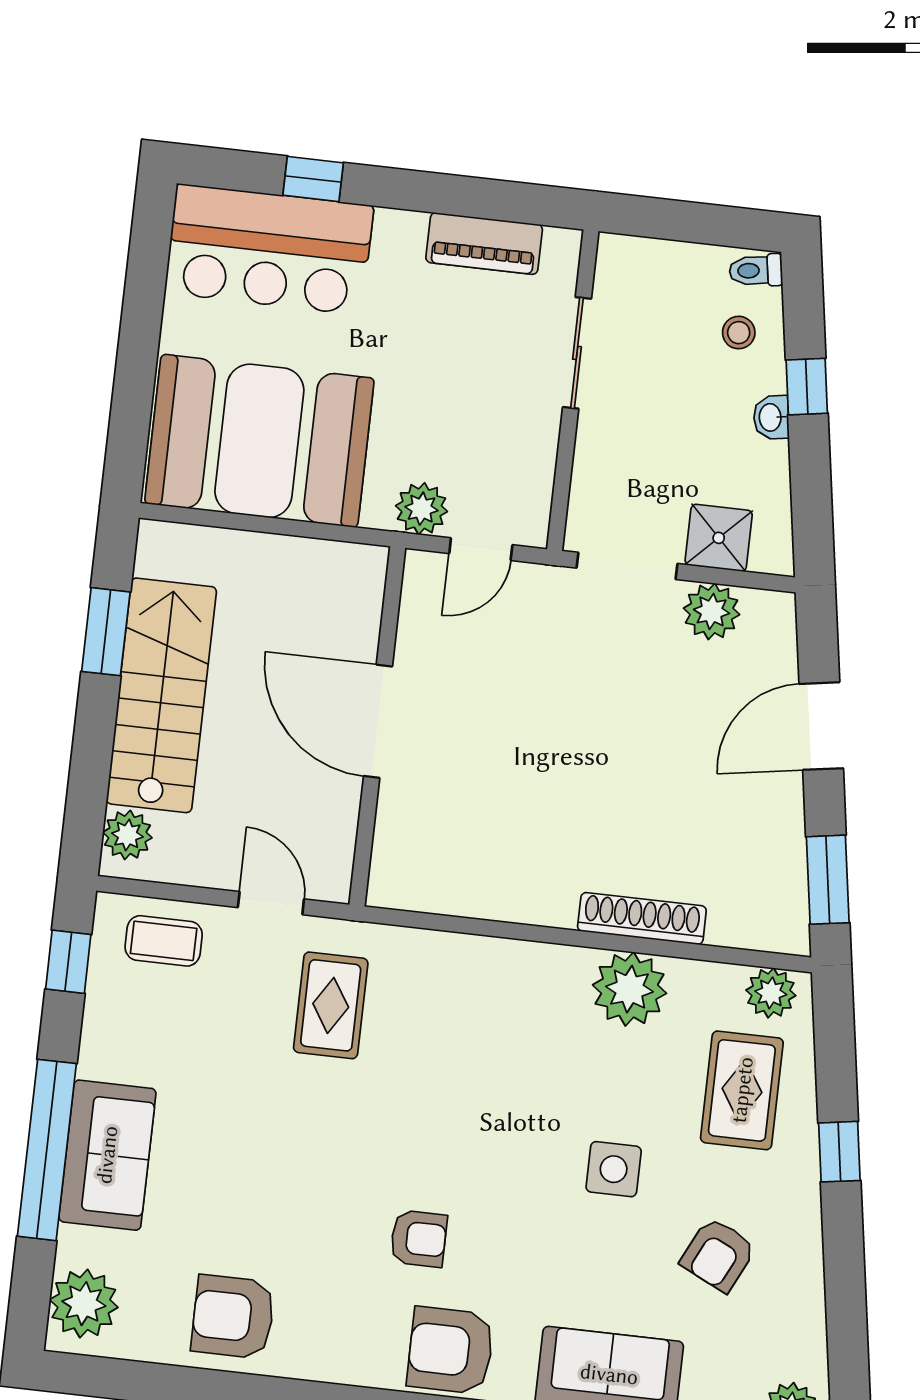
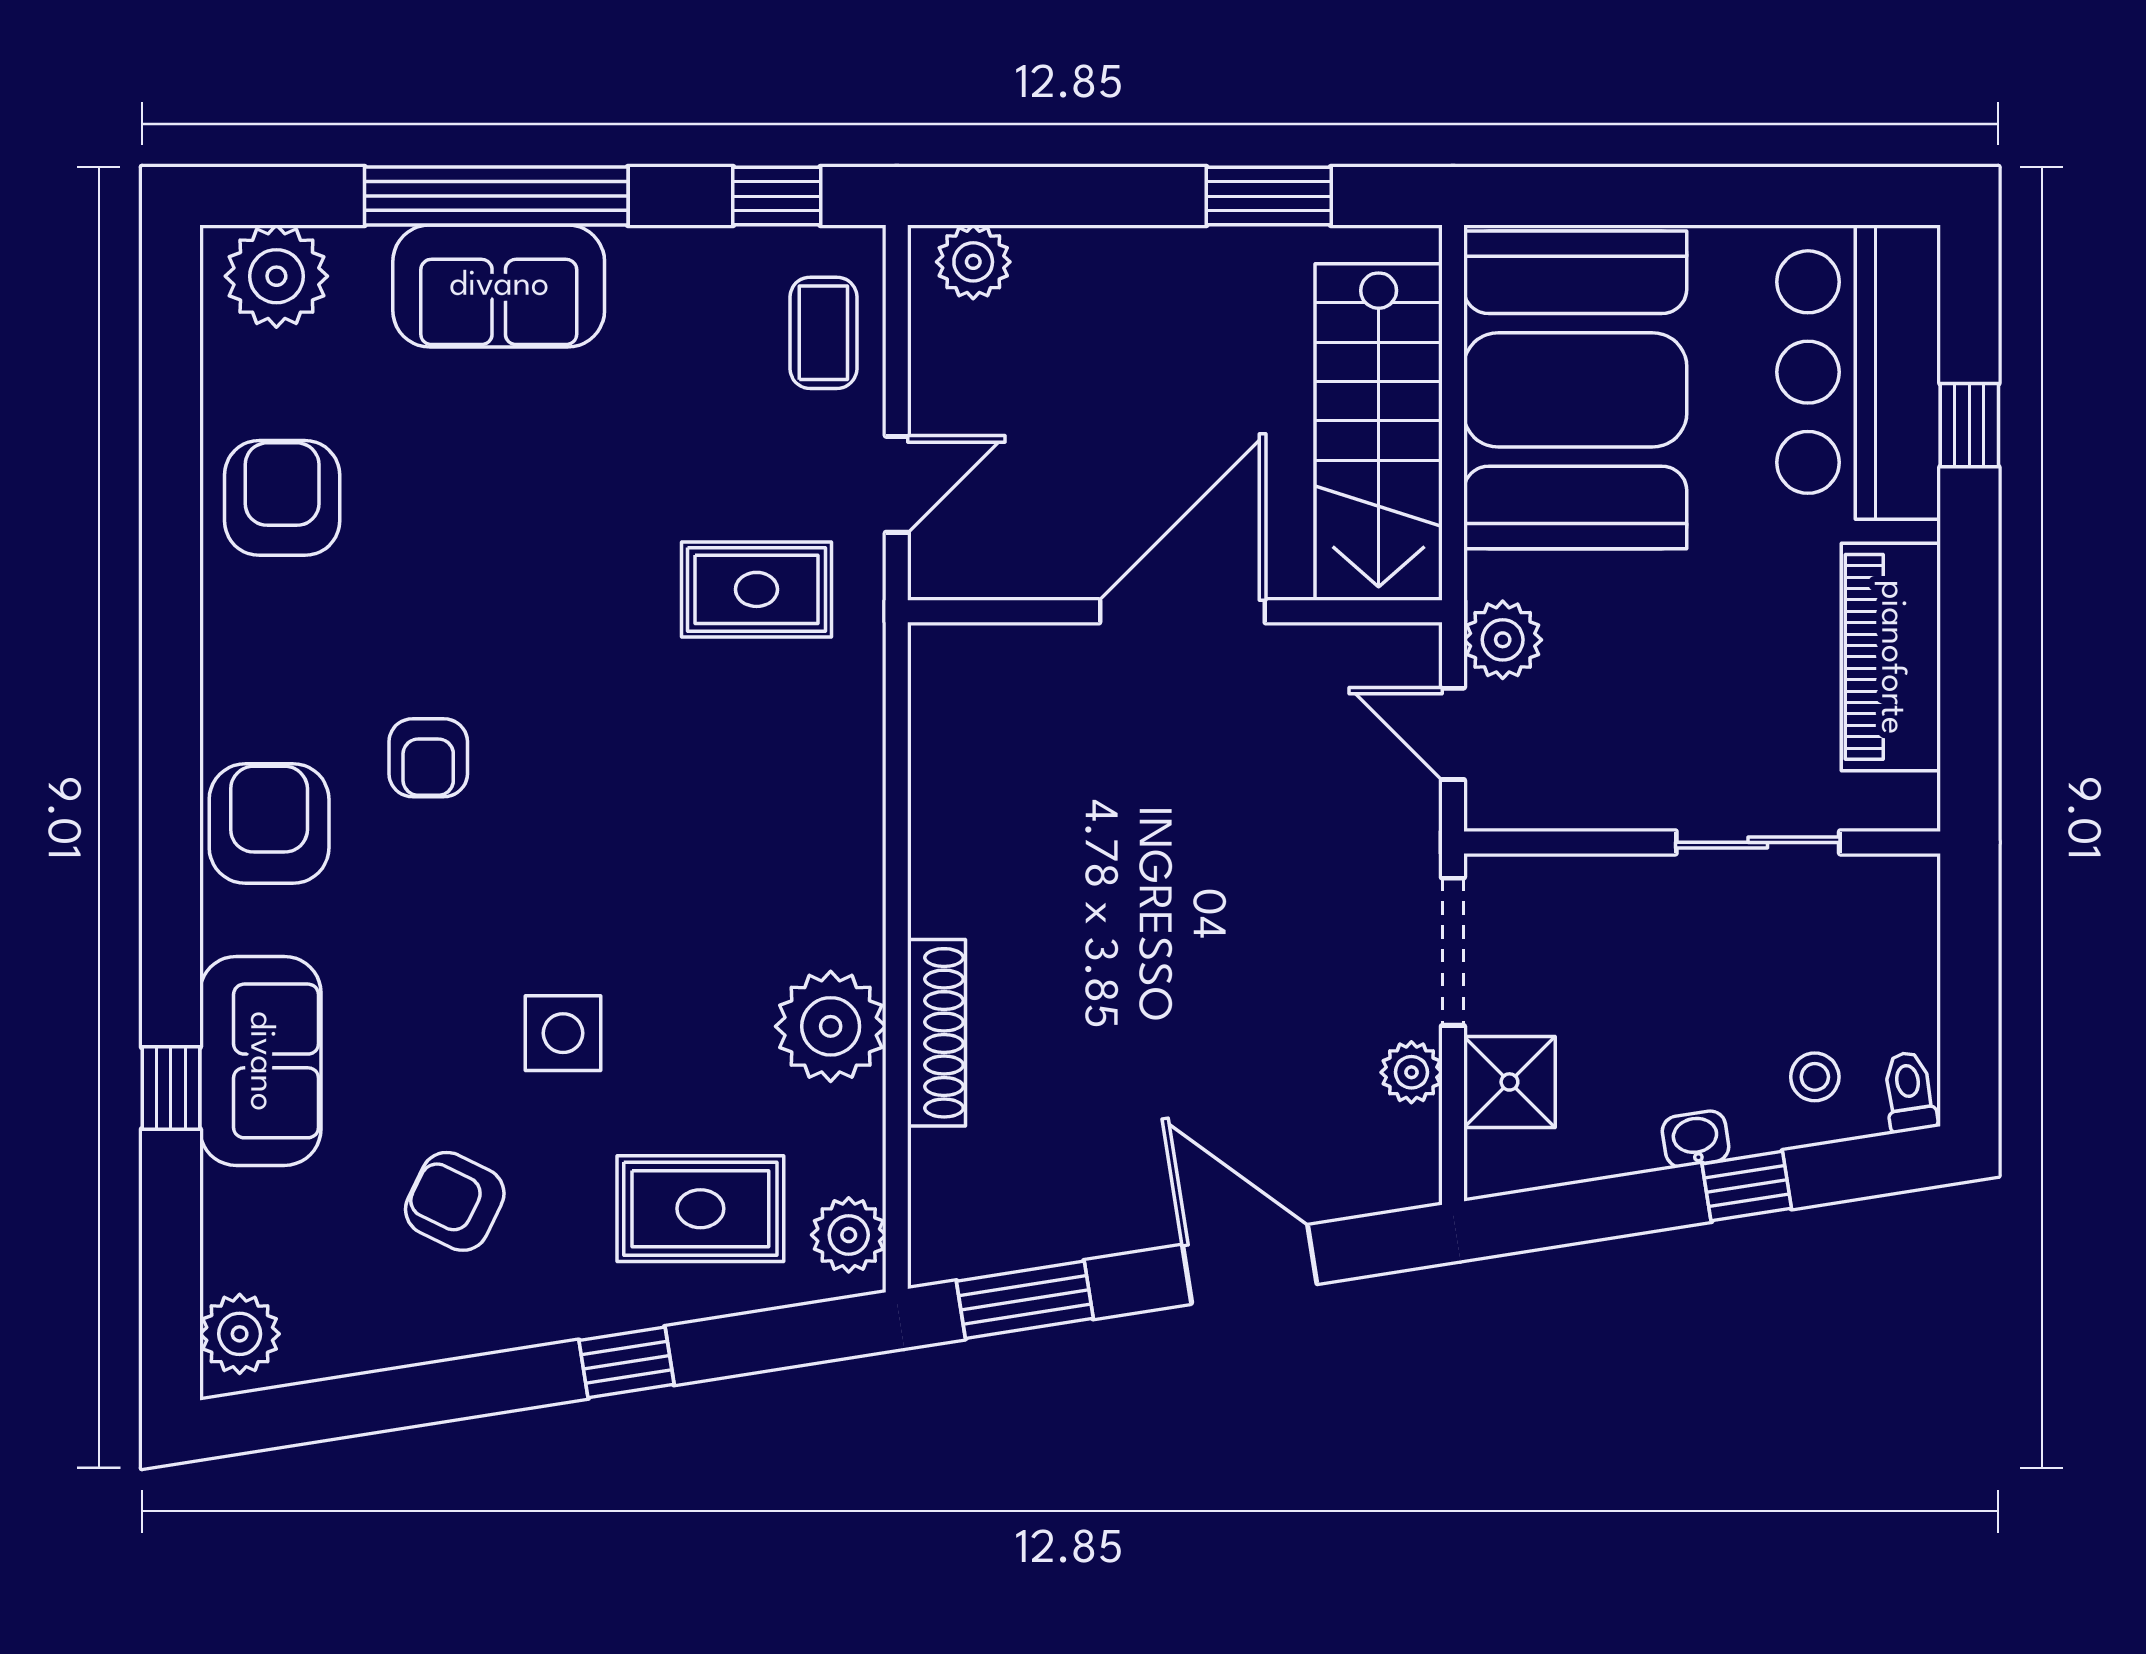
piano: (484, 244) -> (1891, 657), width x1.37, depth x1.33
plant: (712, 611) -> (1411, 1072), width x0.73, depth x0.73
stairs: (161, 695) -> (1379, 432), moved, turned 90

